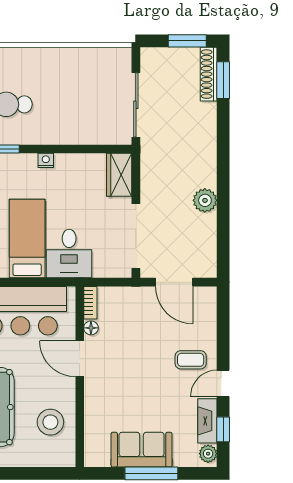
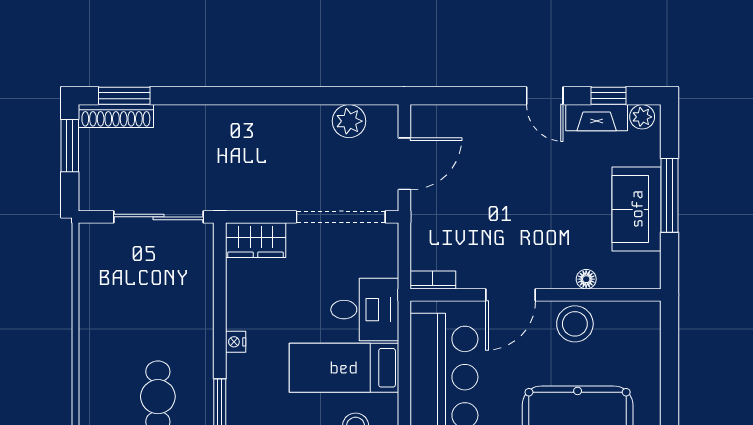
plant: (205, 200) -> (349, 121), moved
floor lamp: (91, 328) -> (586, 279), moved
coffee table: (191, 360) -> (512, 141), removed
stool: (50, 422) -> (575, 324), moved

